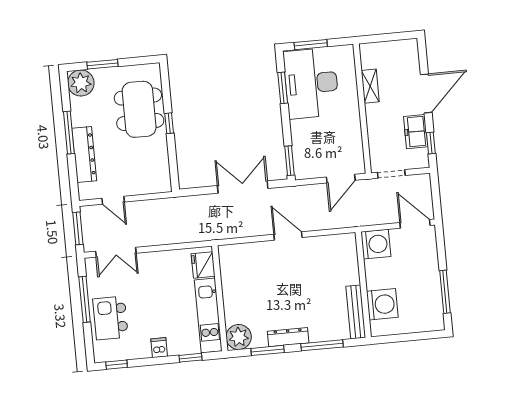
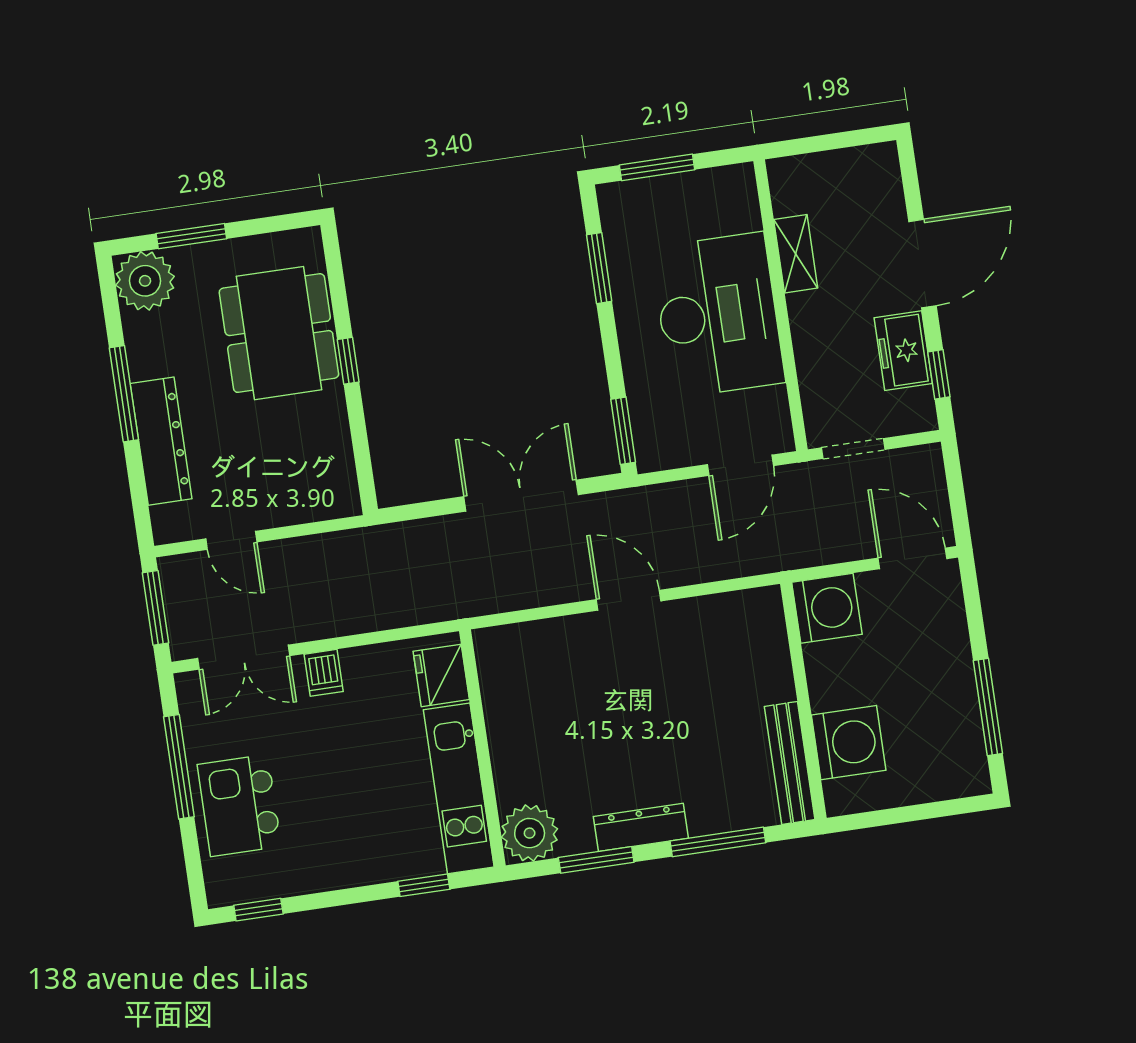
desk: (311, 83) -> (718, 315), moved, turned 180
dishwasher: (159, 348) -> (324, 673), moved, turned 180

